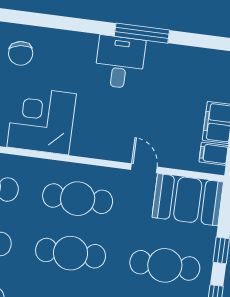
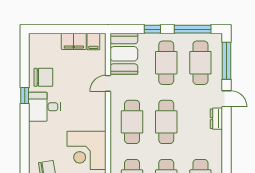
window: (142, 33) -> (25, 95), width x0.46
chair: (167, 67) -> (43, 77), added

